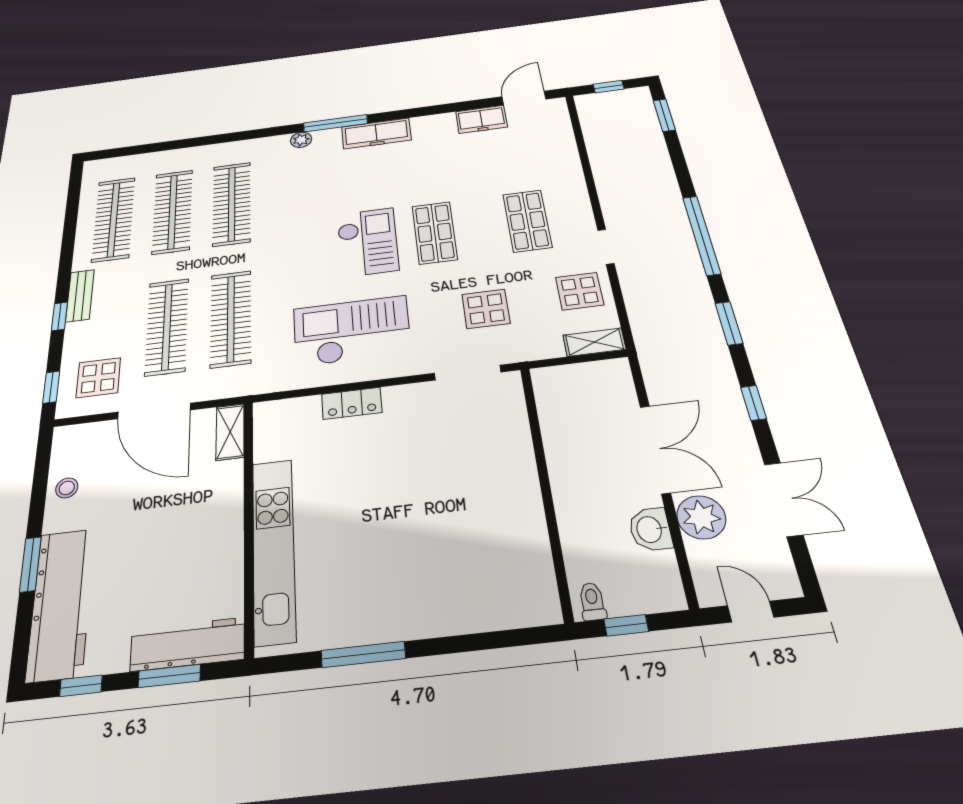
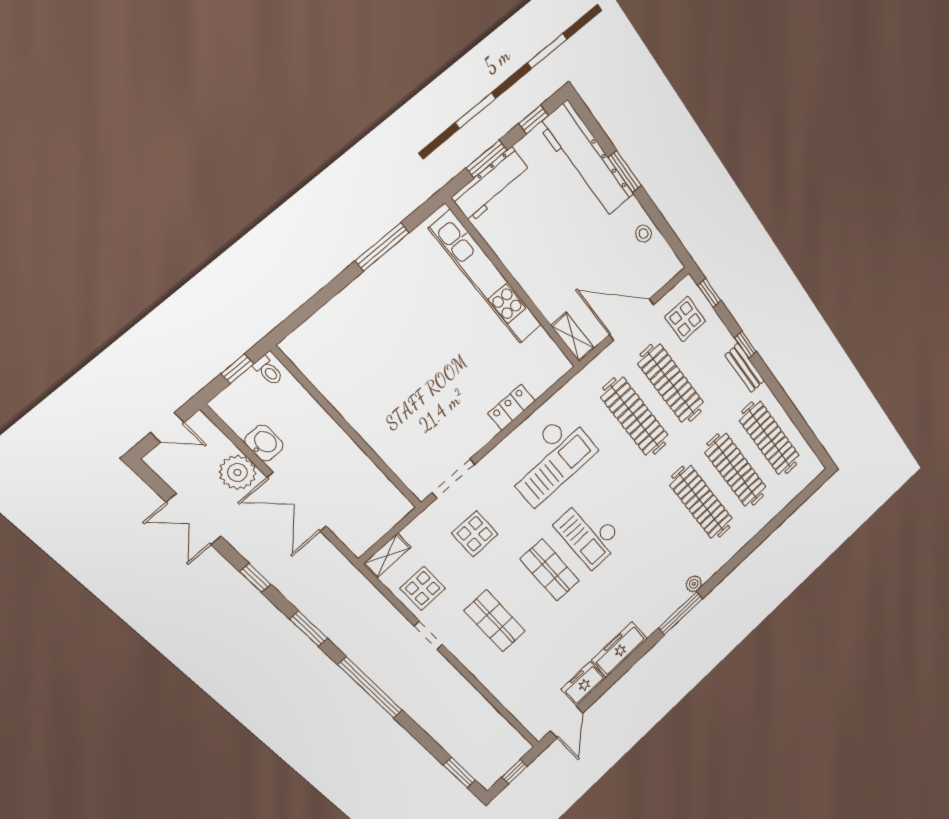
freezer: (376, 133) -> (619, 649), moved

